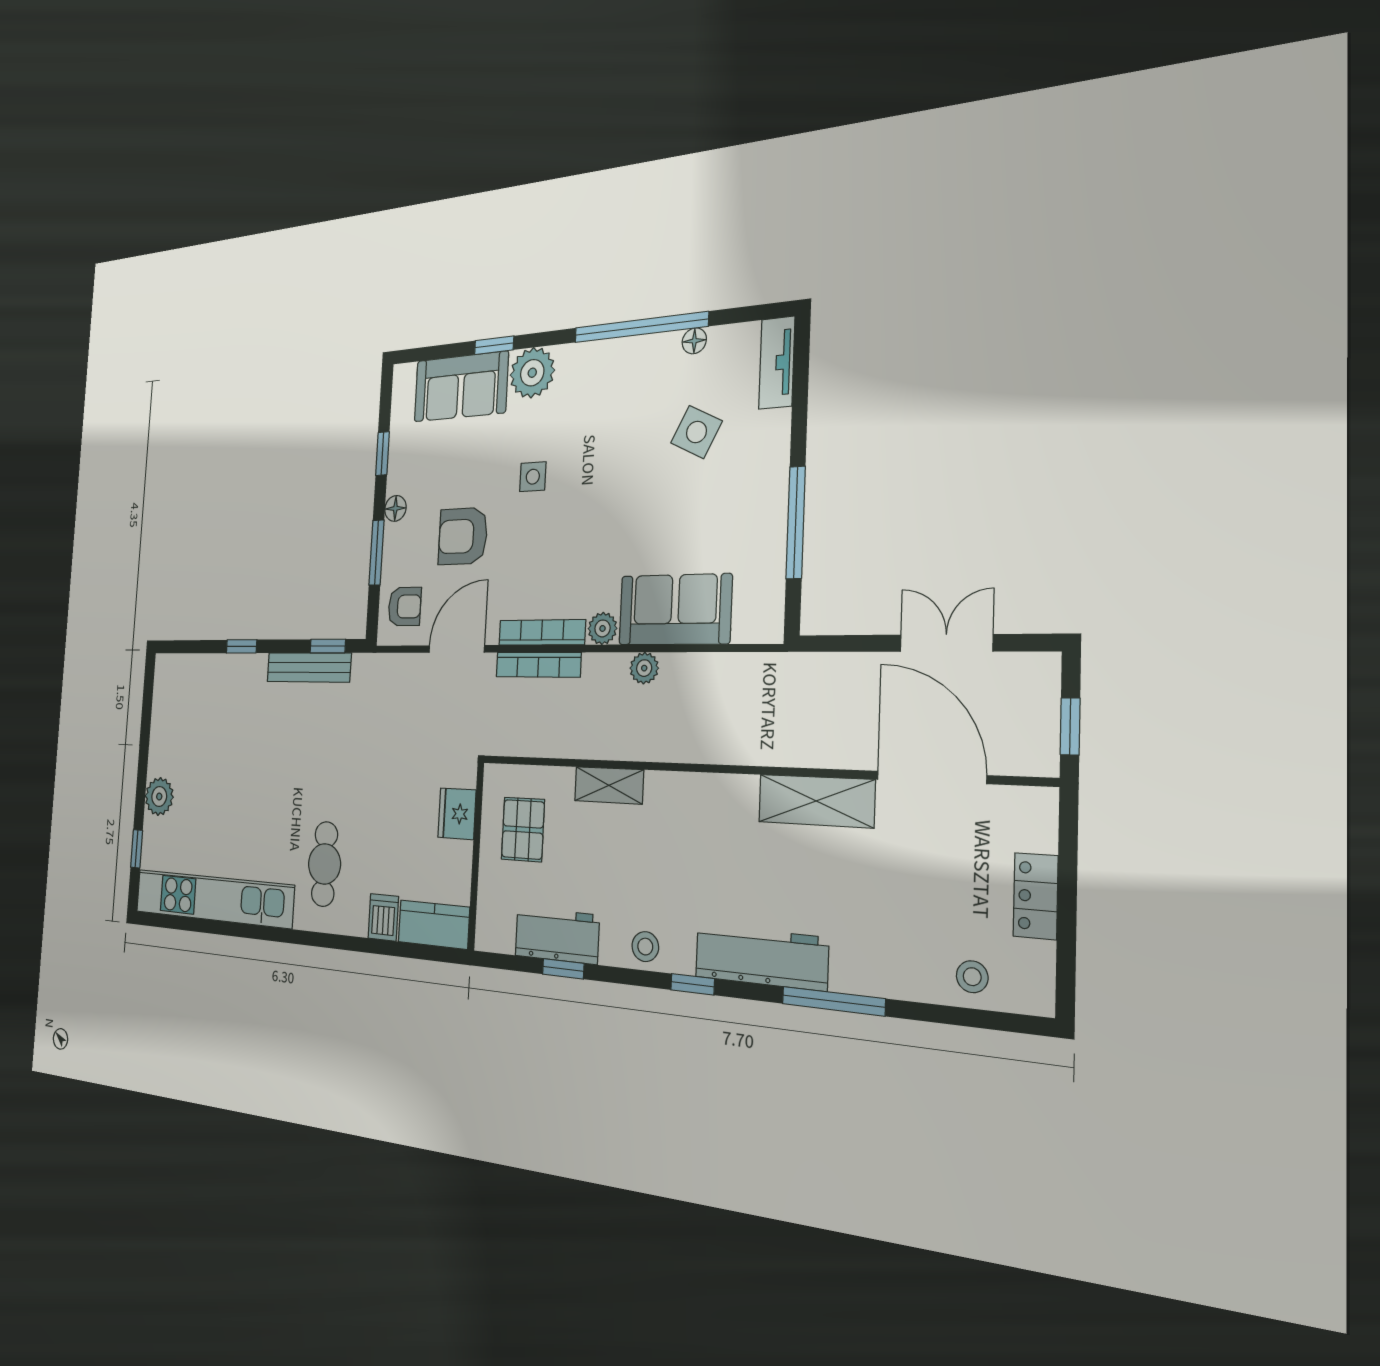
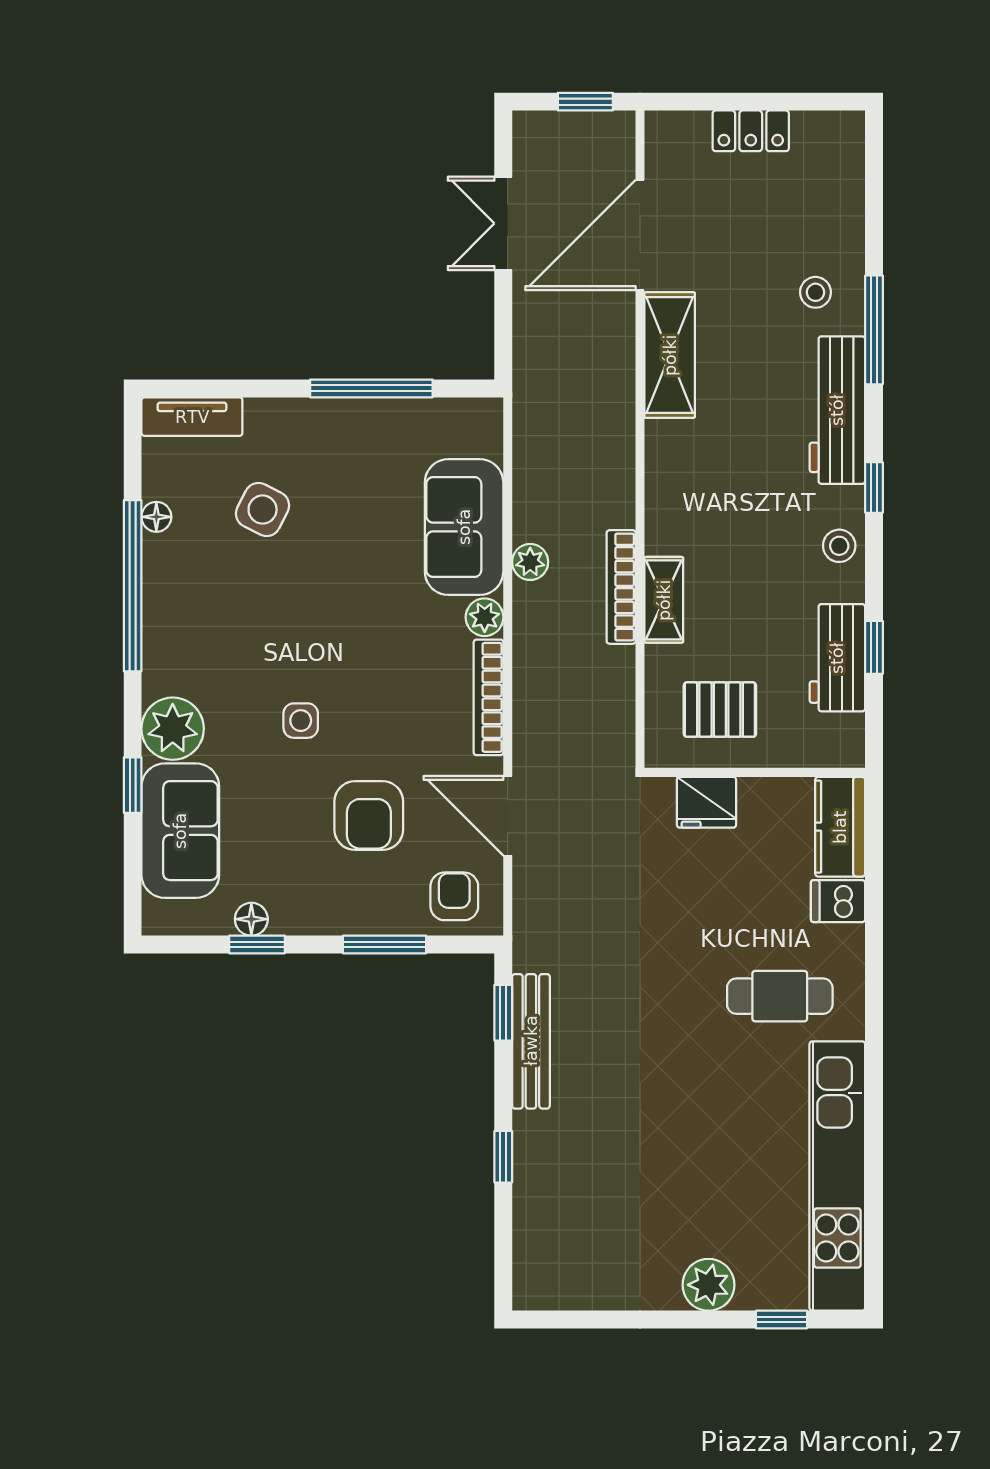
floor lamp: (395, 508) -> (251, 919), moved
bookcase: (538, 665) -> (621, 587), moved, turned 180
stool: (972, 977) -> (815, 292), moved

